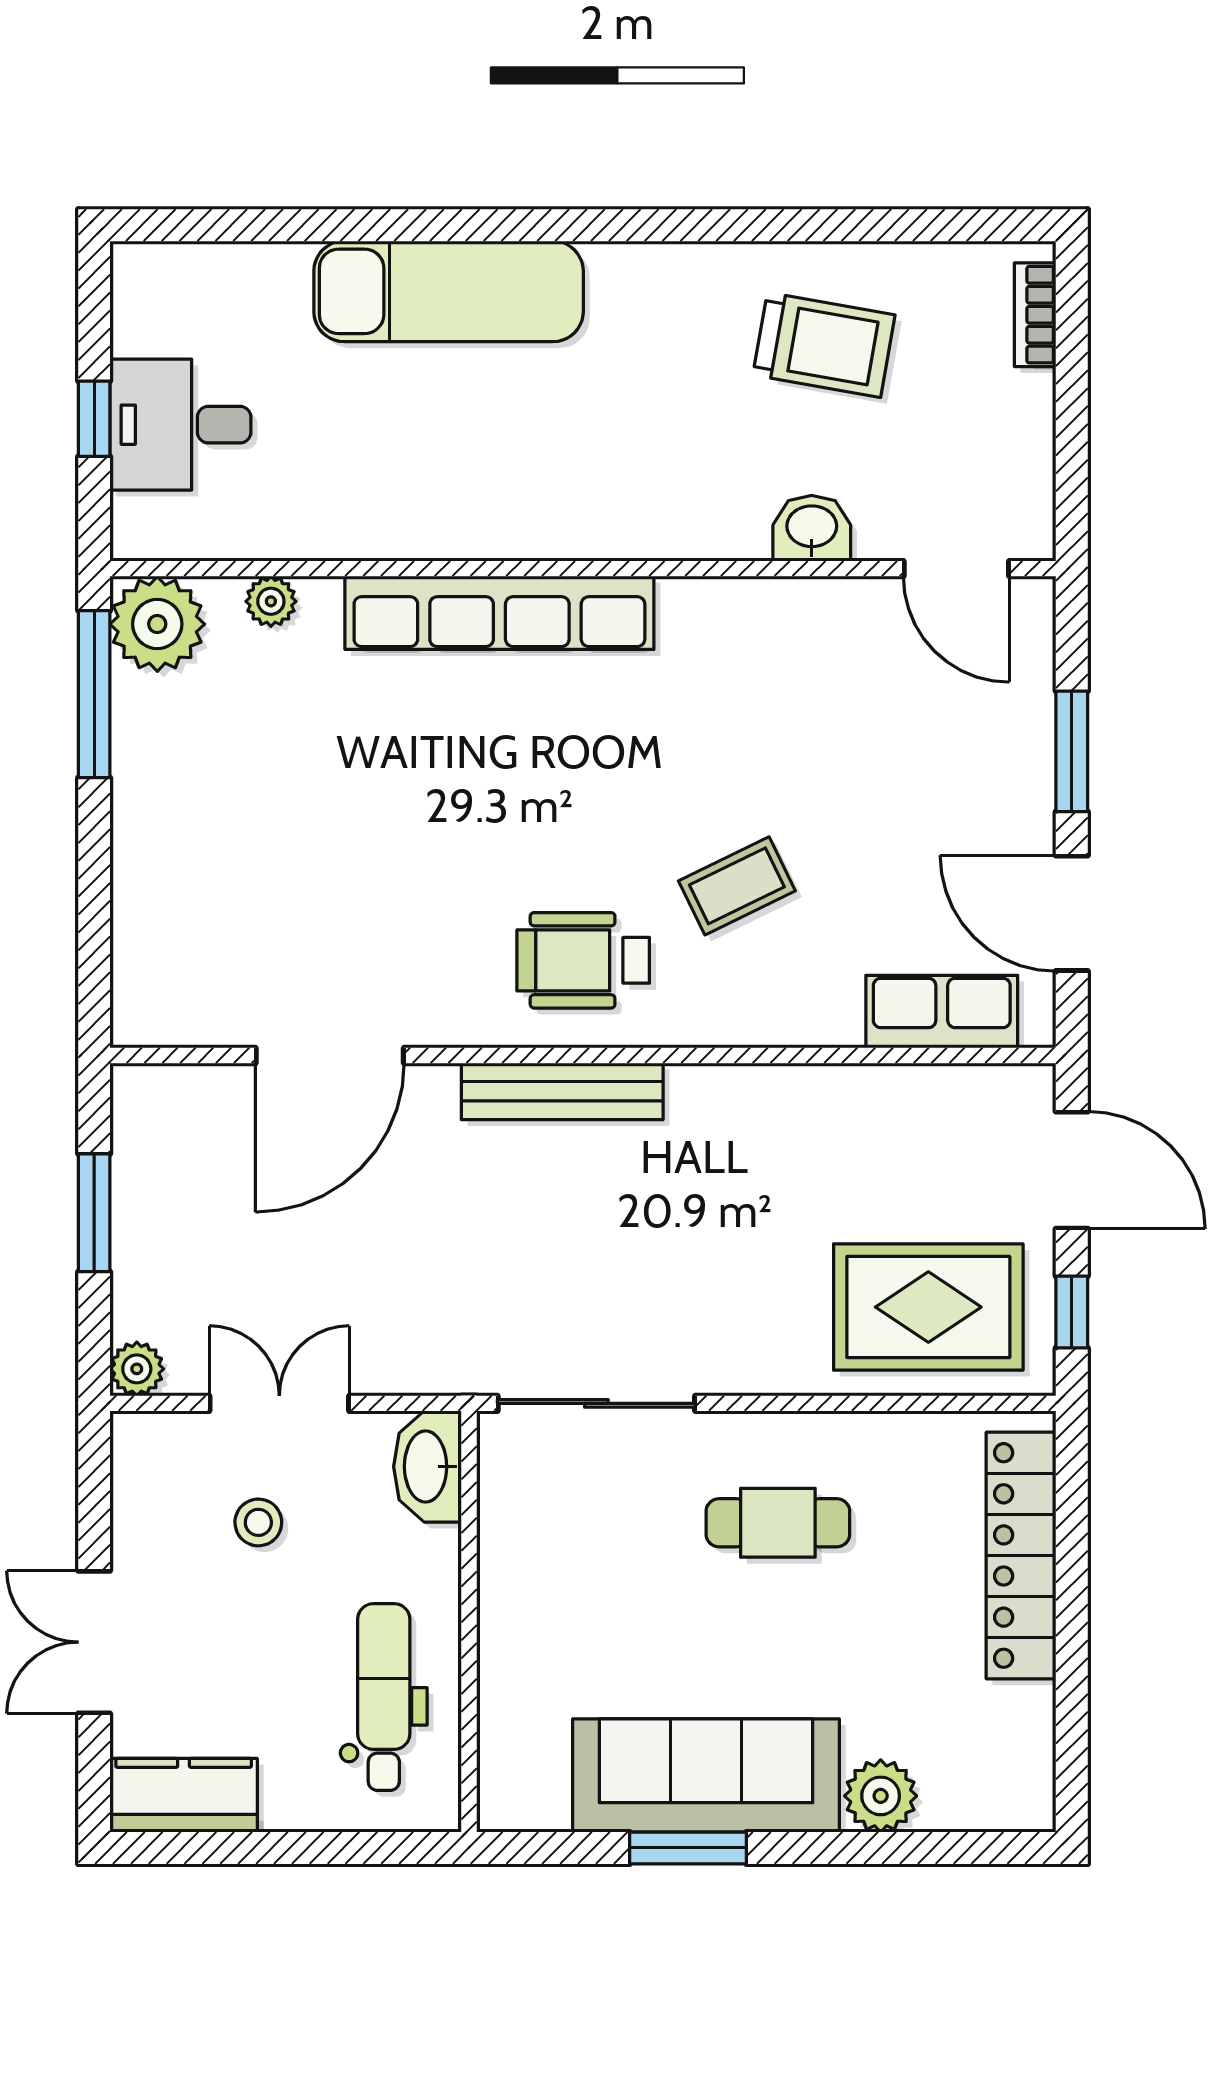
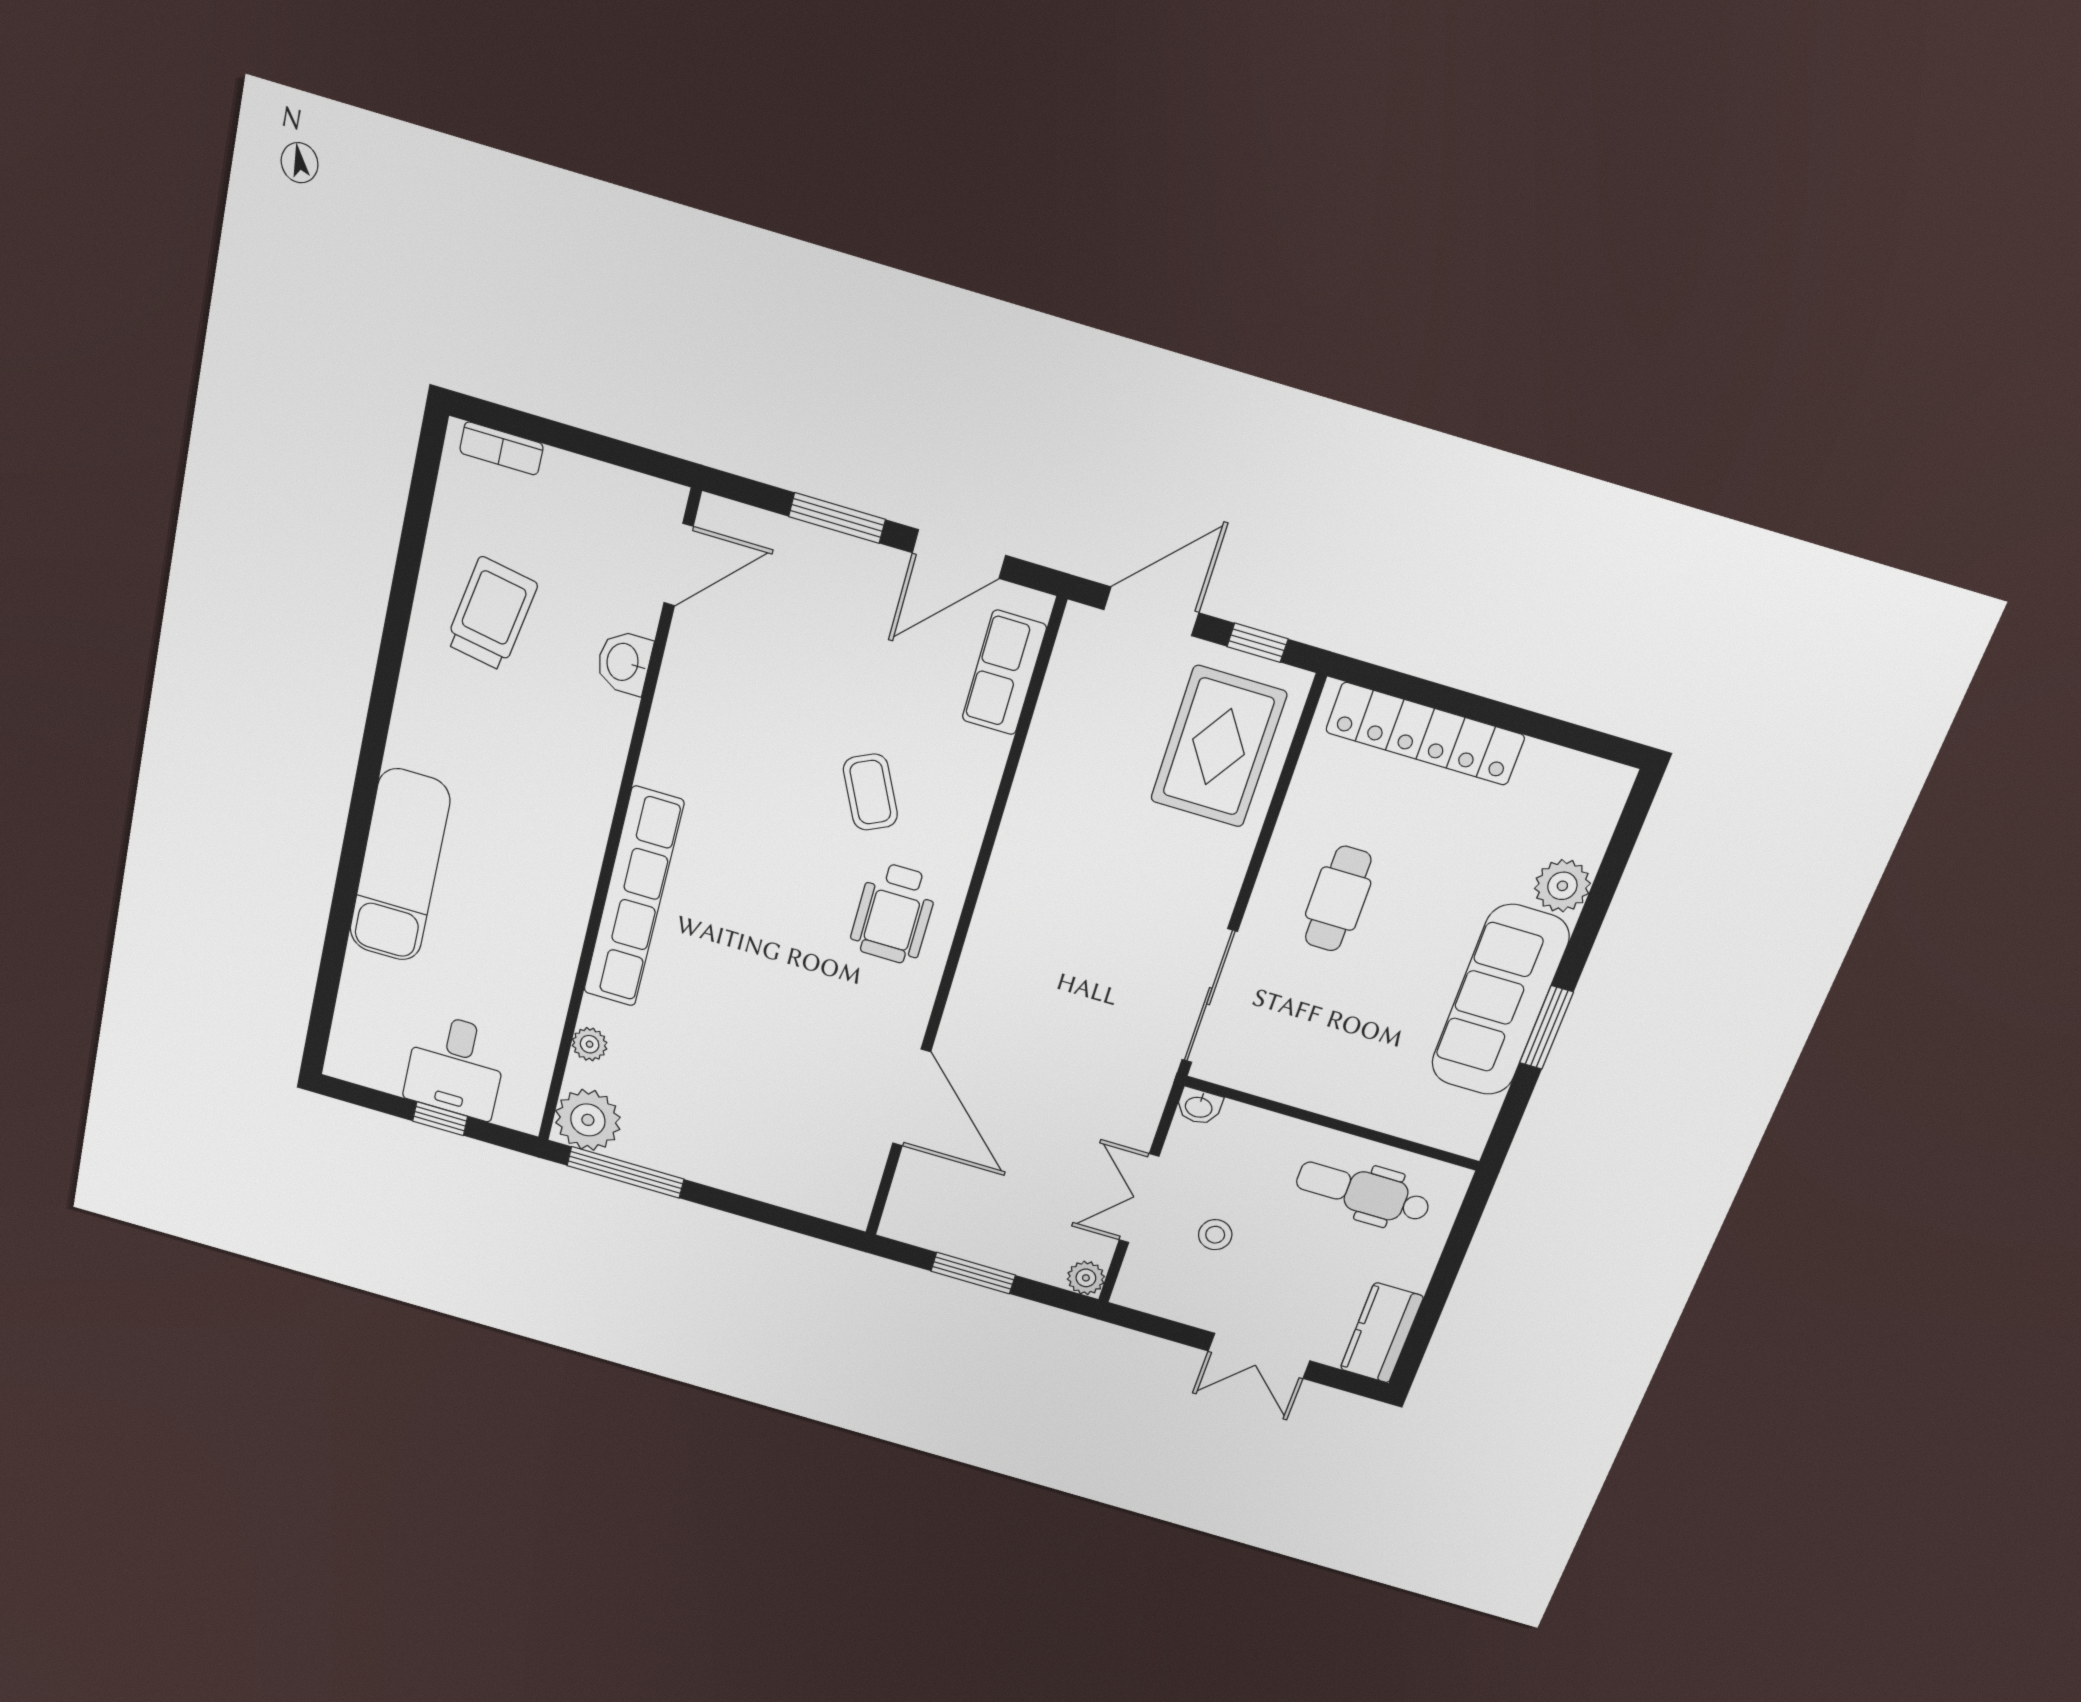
bench: (562, 1091) -> (982, 954), removed
washbasin: (428, 1467) -> (1199, 1106), width x0.52, depth x0.69

